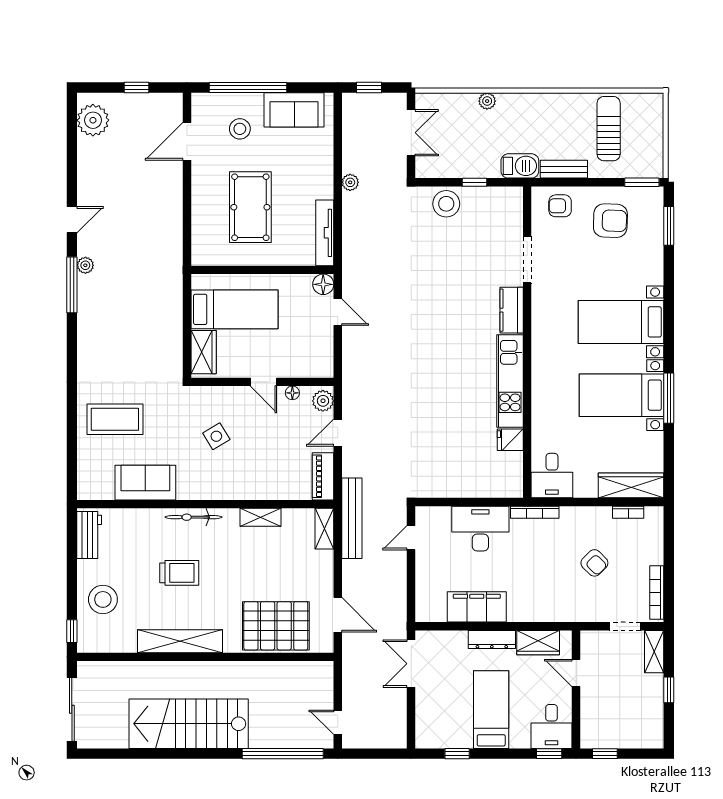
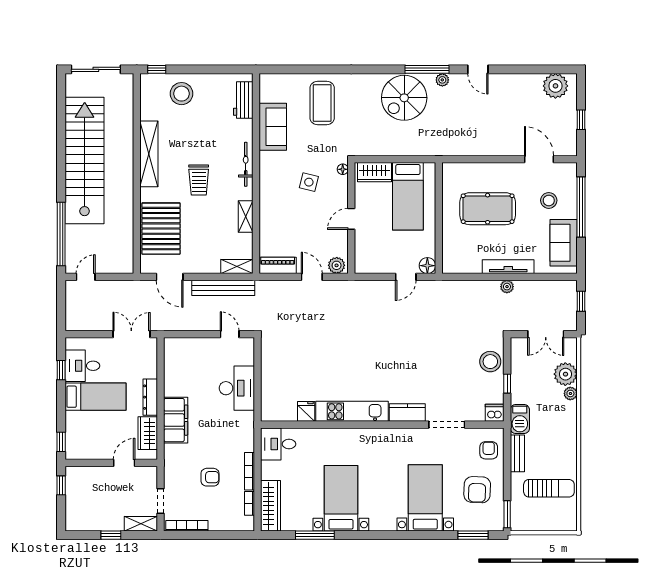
plant: (462, 107) -> (565, 374), added
dishwasher: (512, 198) -> (495, 413), added
tv unit: (325, 233) -> (508, 267), moved
spiral stairs: (108, 314) -> (404, 98), added
bed with nightstands: (621, 322) -> (425, 498), moved
floor lamp: (292, 393) -> (343, 169), moved
window: (669, 398) -> (315, 535), moved
side table: (216, 436) -> (309, 182), turned 45
bookcase: (535, 512) -> (250, 471), moved
bench: (352, 518) -> (223, 288), moved
workbench: (89, 535) -> (243, 100), moved, turned 90
armchair: (594, 563) -> (210, 477), turned -135
trolley: (179, 573) -> (199, 180), moved
filing cabinet: (477, 607) -> (176, 420), moved
door: (338, 615) -> (170, 277), hinge flipped
stairs: (189, 724) -> (85, 161), width x1.36
desk: (552, 726) -> (82, 366), moved

